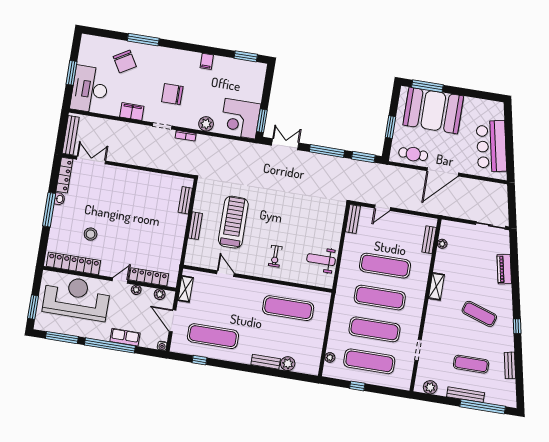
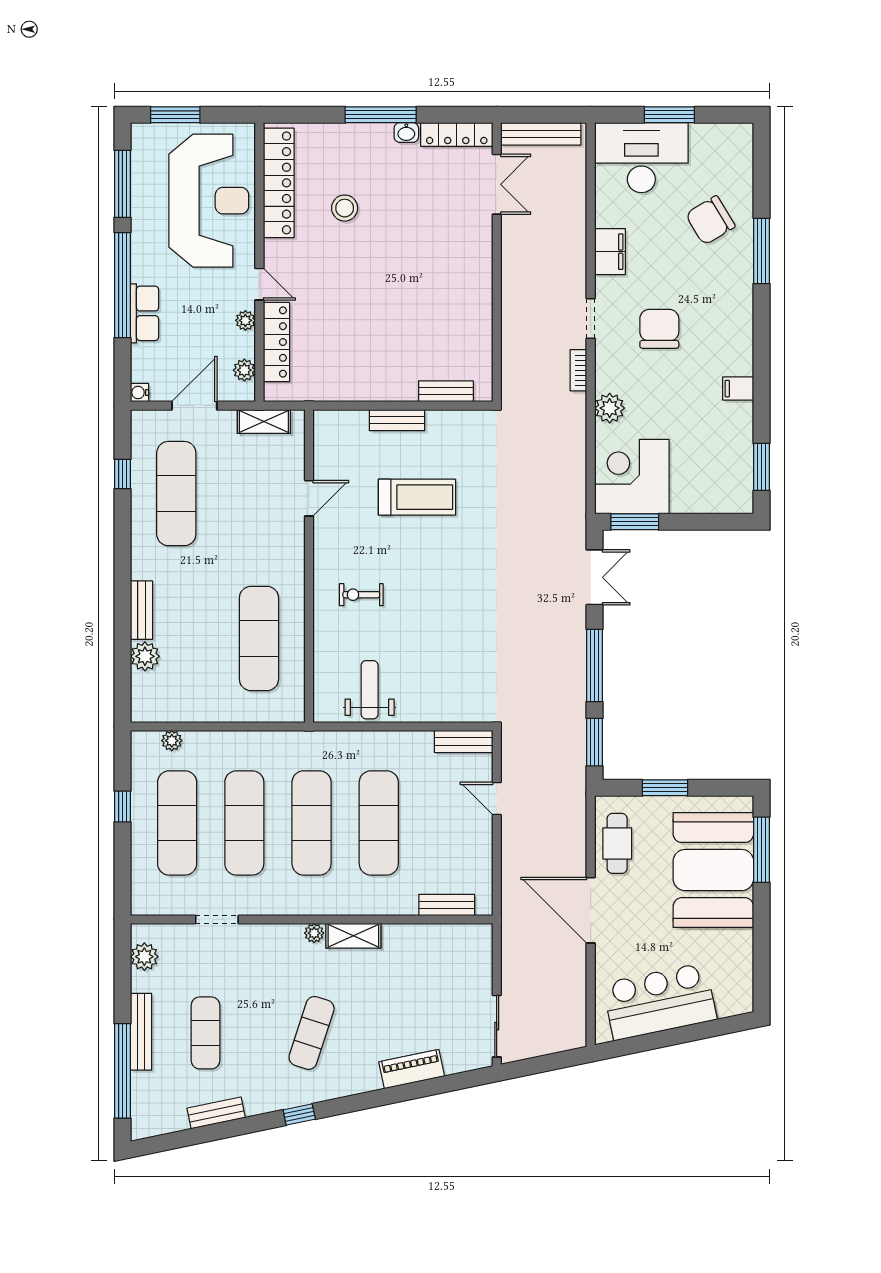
treadmill: (233, 222) -> (417, 497), width x0.73, depth x0.73
plant: (442, 244) -> (314, 933), moved

